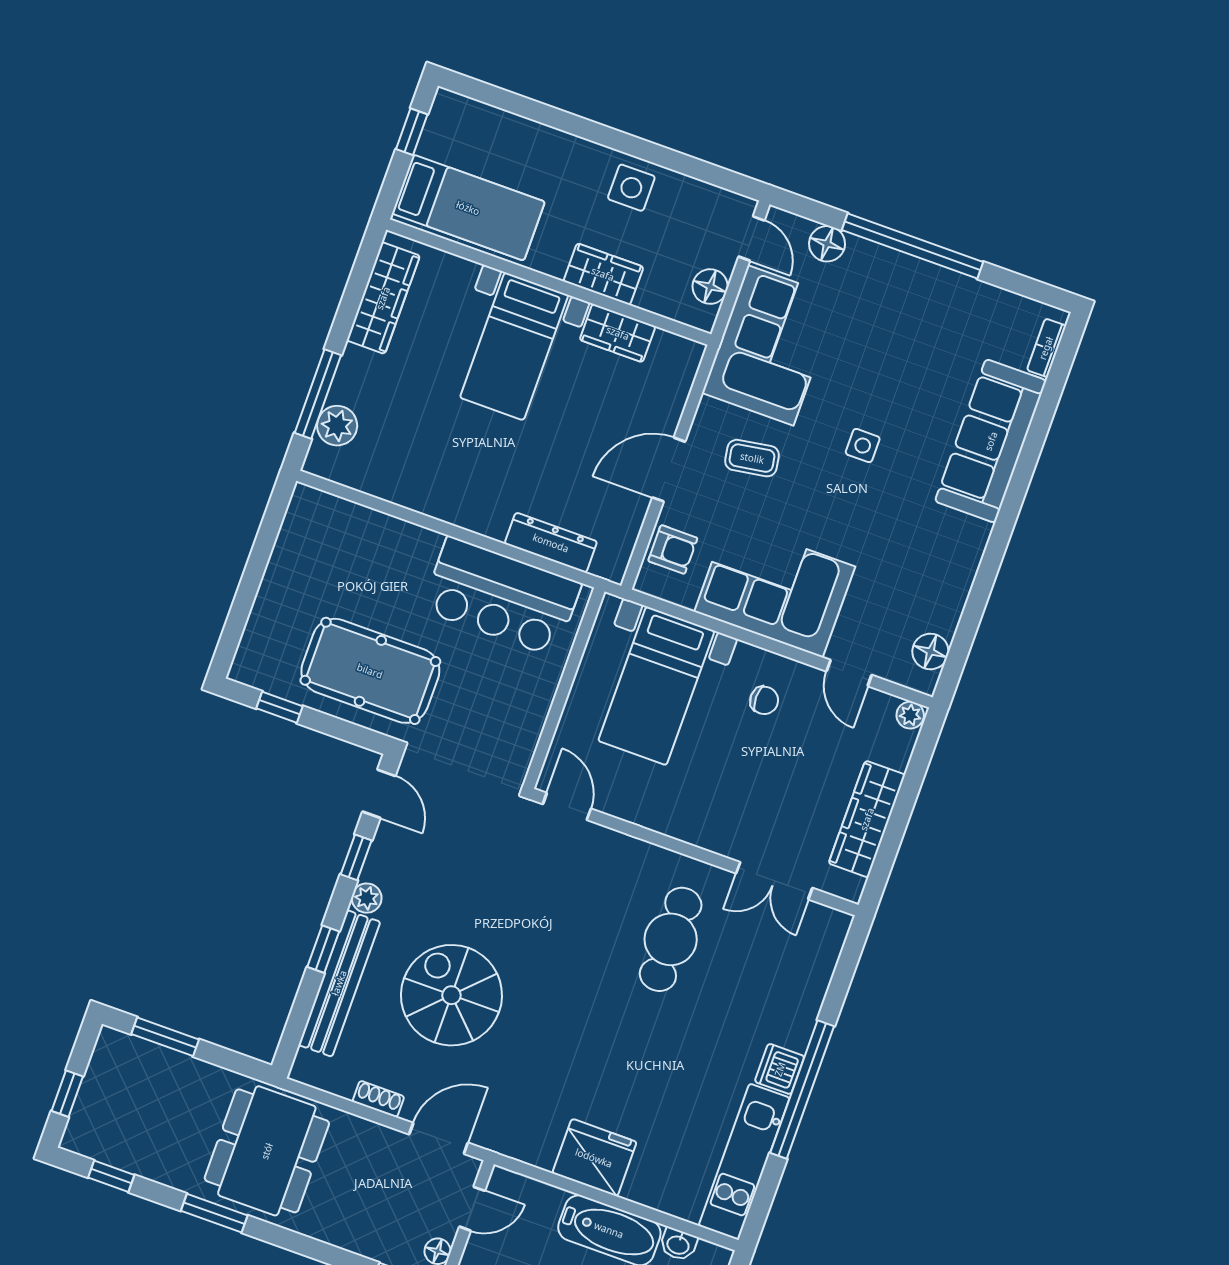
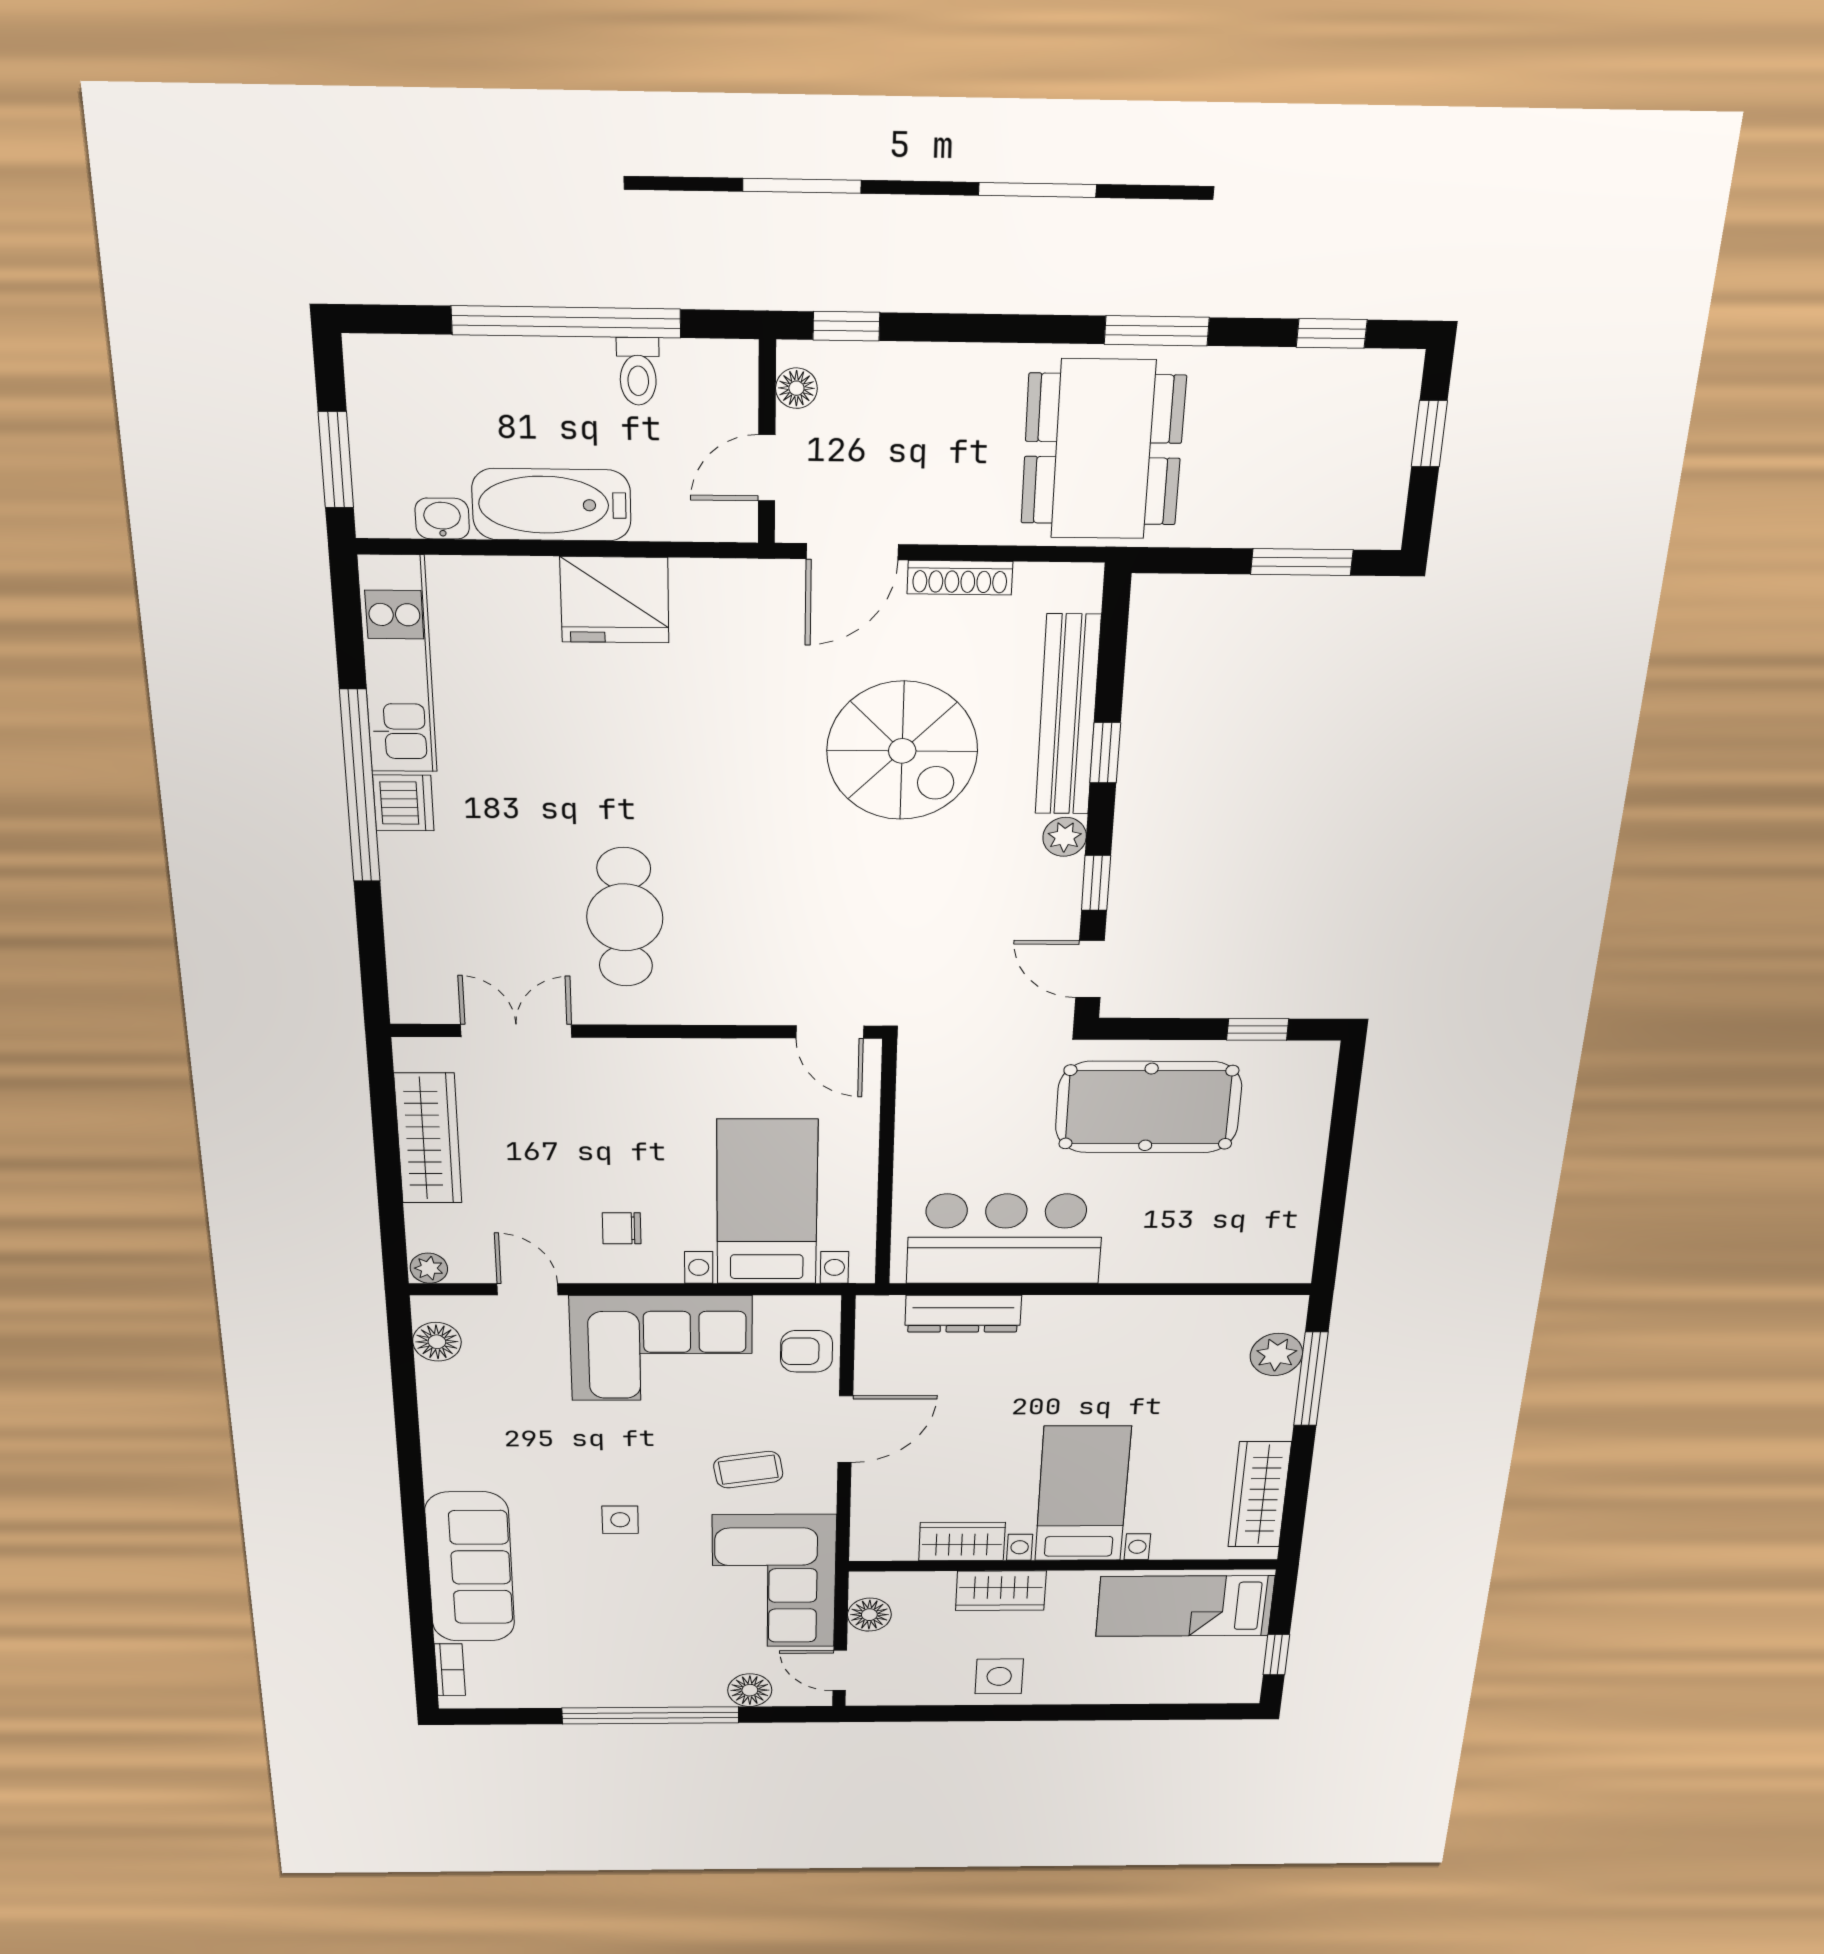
shoe rack: (378, 1099) -> (960, 578), width x1.43

